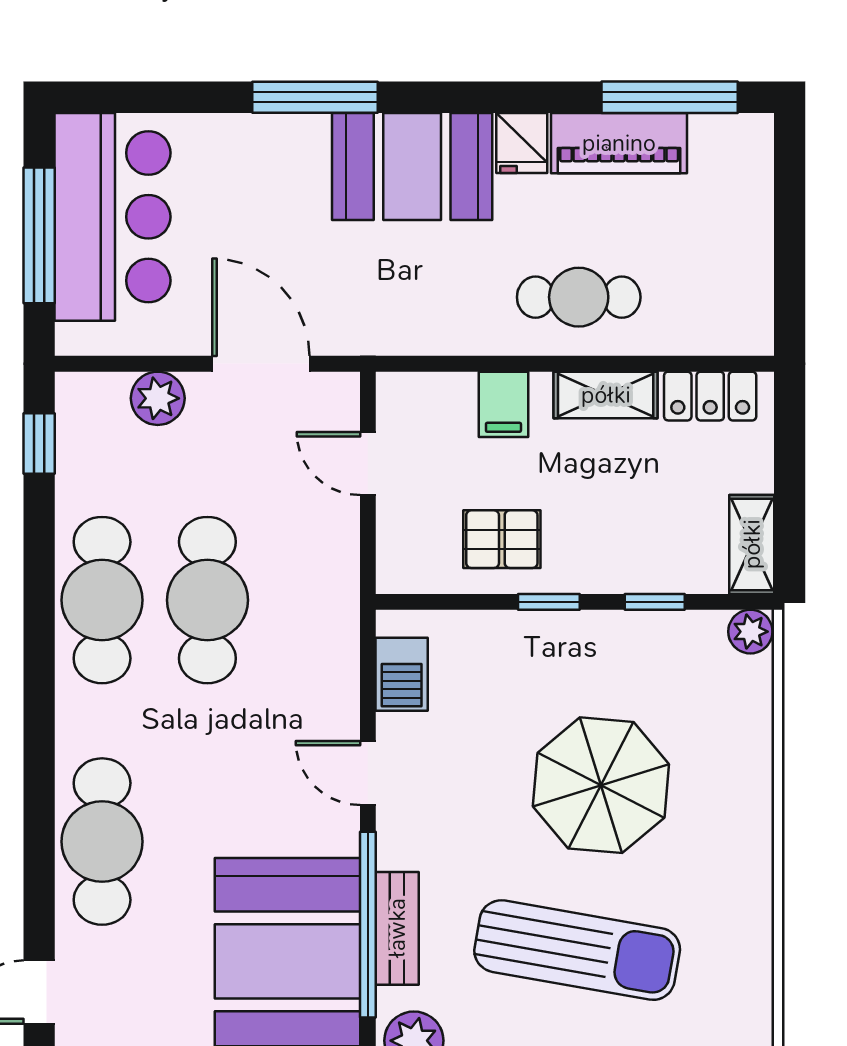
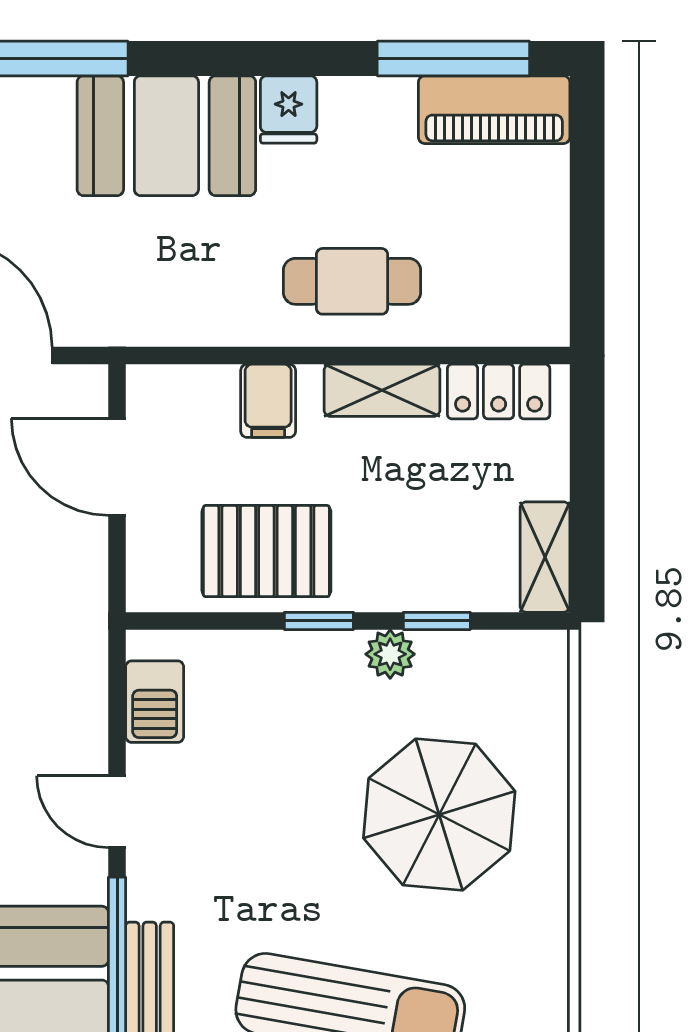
piano: (619, 143) -> (494, 110), moved
door: (368, 464) -> (117, 467), width x1.38
pallet: (502, 539) -> (266, 551), width x1.50, depth x1.42
plant: (750, 632) -> (390, 654), moved
parasol: (601, 785) -> (439, 815), moved

